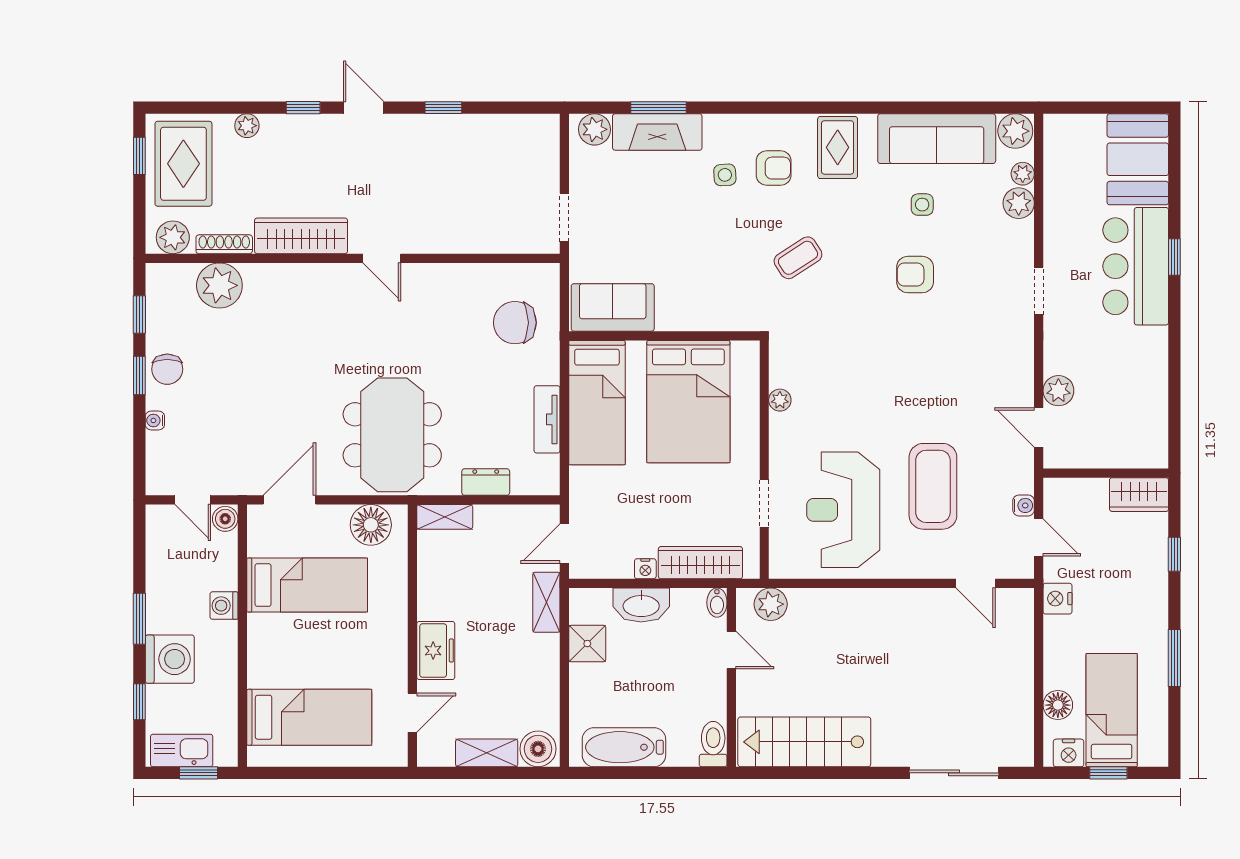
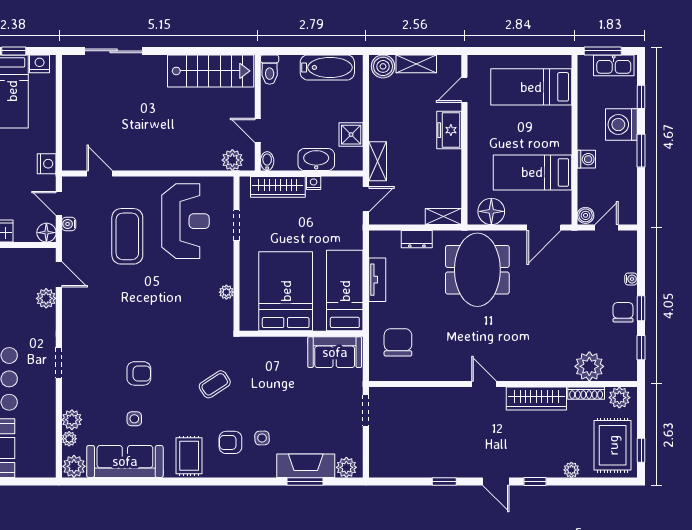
chair: (515, 323) -> (398, 342), turned -90
door: (193, 500) -> (607, 228), hinge flipped
floor lamp: (1058, 705) -> (46, 233), moved
window: (199, 773) -> (603, 51), width x1.50

